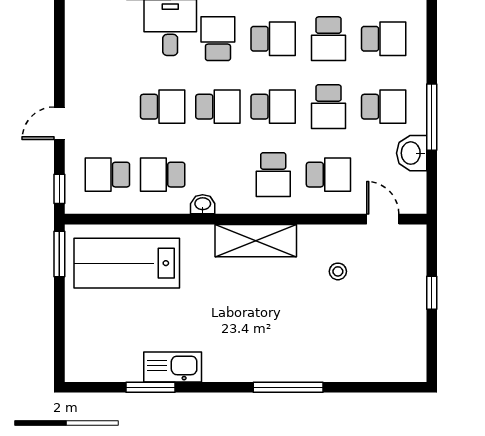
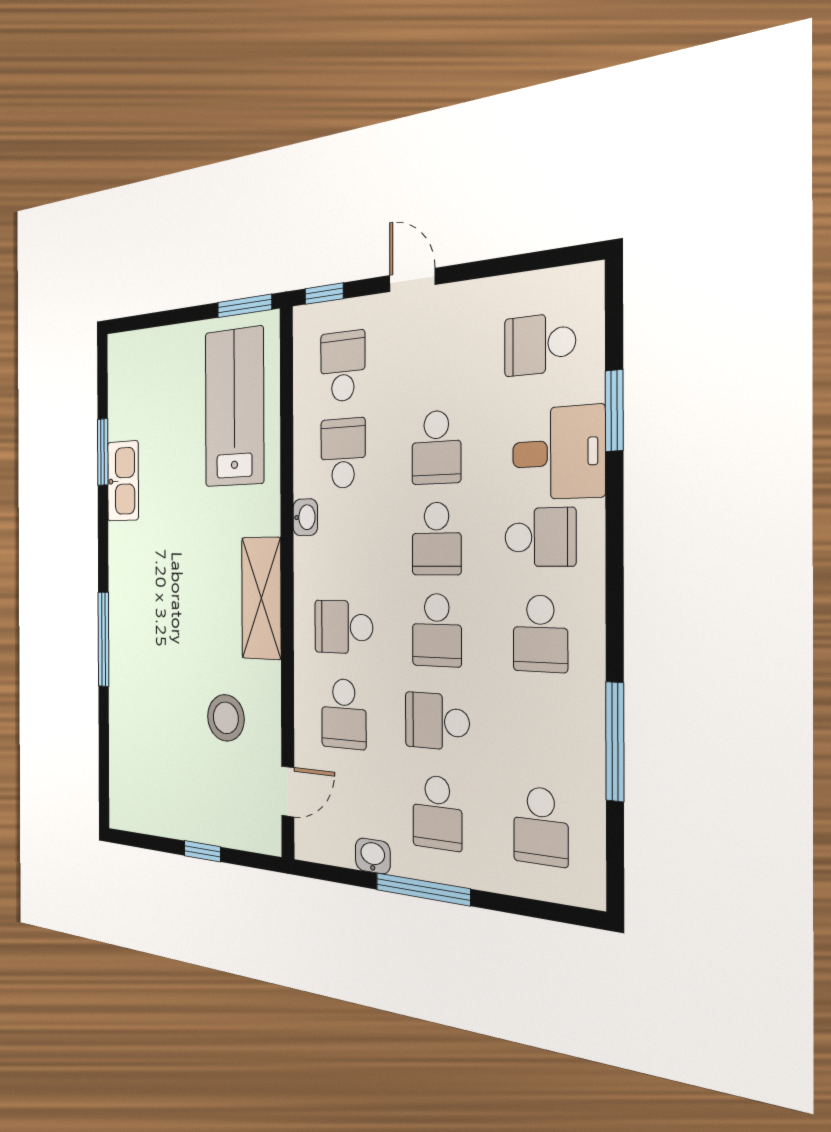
school desk: (328, 39) -> (540, 344), moved
washbasin: (412, 153) -> (373, 856), width x0.72, depth x0.69
stool: (338, 271) -> (226, 718), width x1.89, depth x1.89

